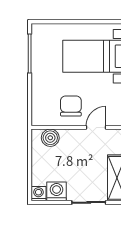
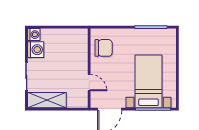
chair: (71, 106) -> (104, 48), moved
boiler: (50, 138) -> (80, 44), removed

